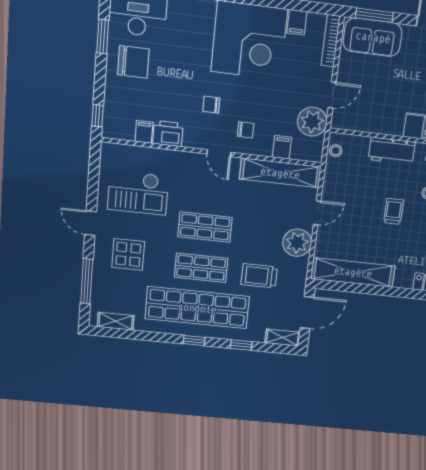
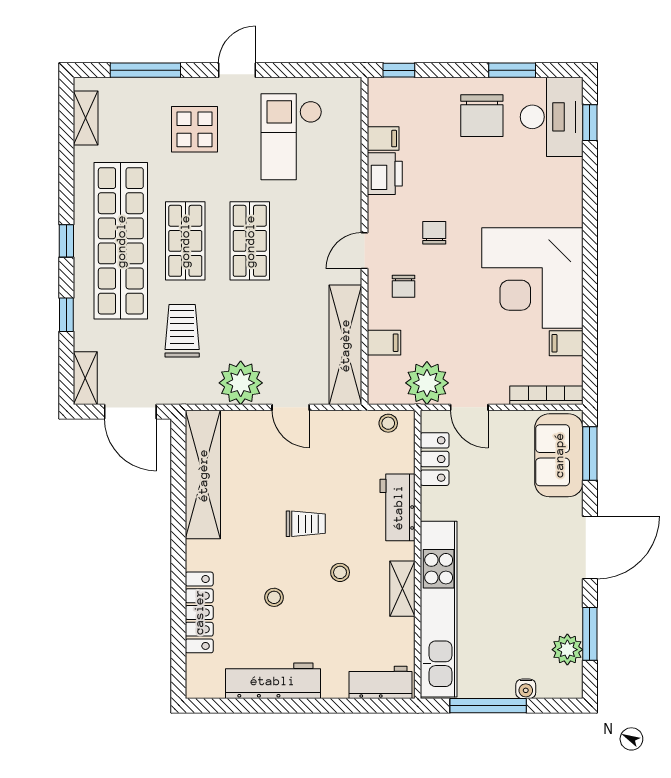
locker: (363, 123) -> (435, 459), added

